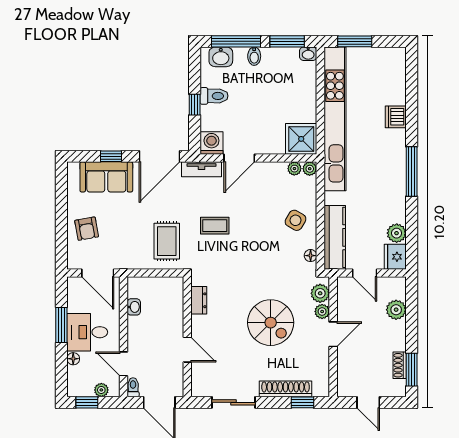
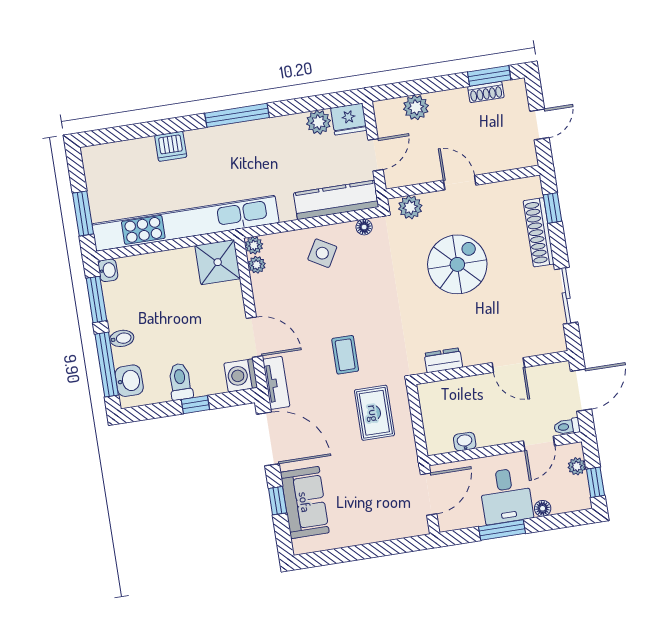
armchair: (87, 229) -> (374, 517), removed
rug: (167, 241) -> (374, 413), turned 90
plant: (322, 311) -> (433, 201), removed
door: (187, 350) -> (508, 365), swing flipped

